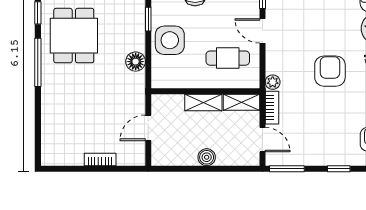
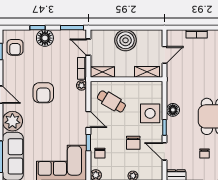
cafe table: (228, 58) -> (111, 101), turned 31
floor lamp: (136, 62) -> (173, 110), moved
shelving: (203, 102) -> (147, 72), moved
floor lamp: (328, 153) -> (45, 38), added
boiler: (207, 157) -> (126, 40), width x1.86, depth x1.86

